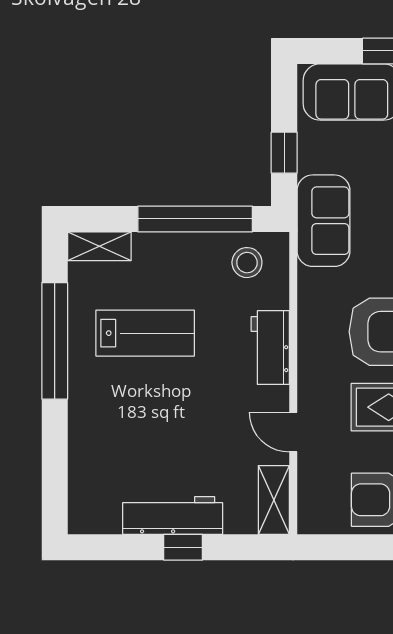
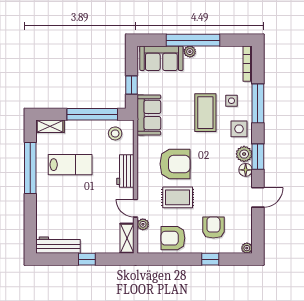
plant: (310, 468) -> (143, 224), added
workbench: (173, 516) -> (58, 245), moved

